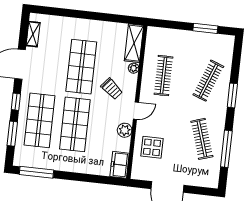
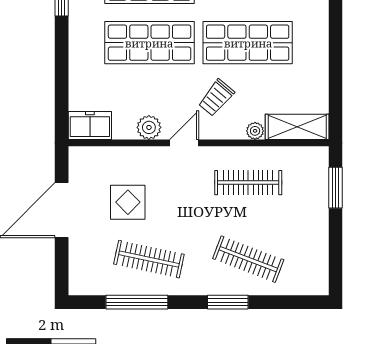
window: (205, 28) -> (336, 188), moved
door: (136, 111) -> (184, 143), swing flipped
clothes rail: (202, 139) -> (149, 259), turned 30
display table: (152, 147) -> (128, 202), moved

